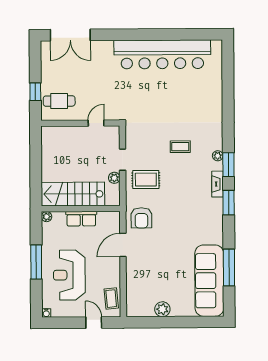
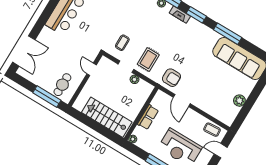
window: (35, 92) -> (47, 97), width x2.17
coffee table: (180, 147) -> (122, 43), moved
stairs: (73, 194) -> (107, 117), moved, turned 90
window: (229, 268) -> (228, 34), moved

